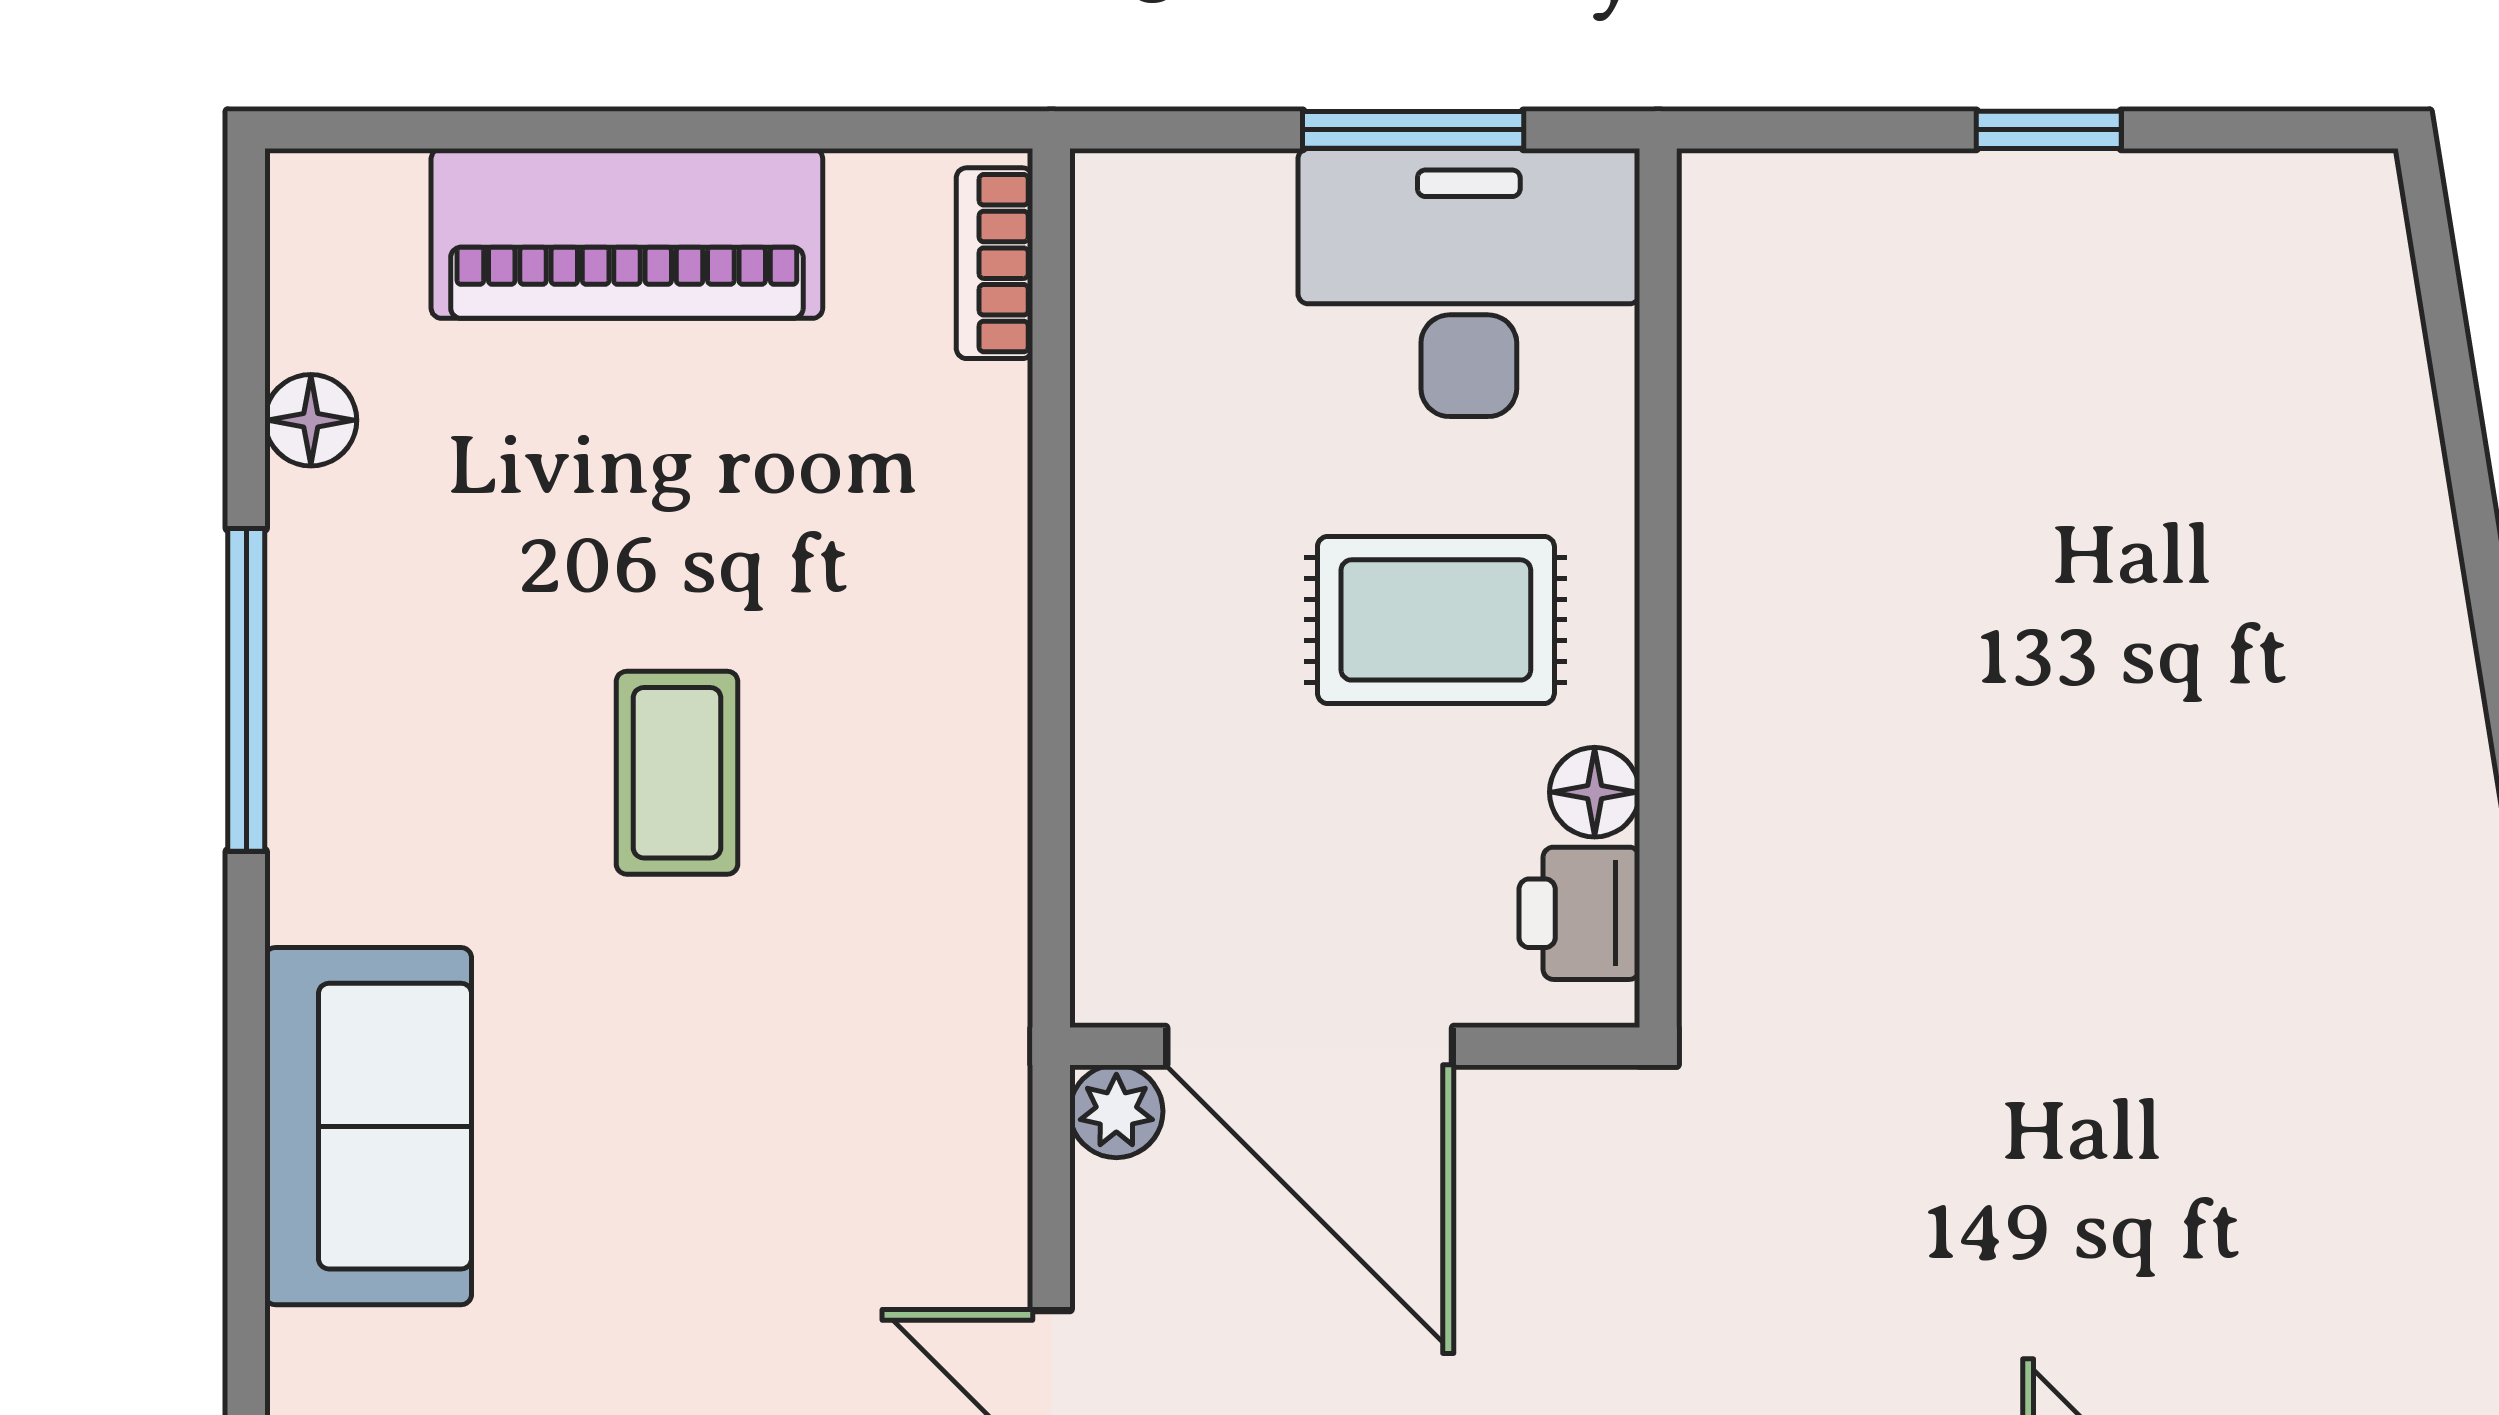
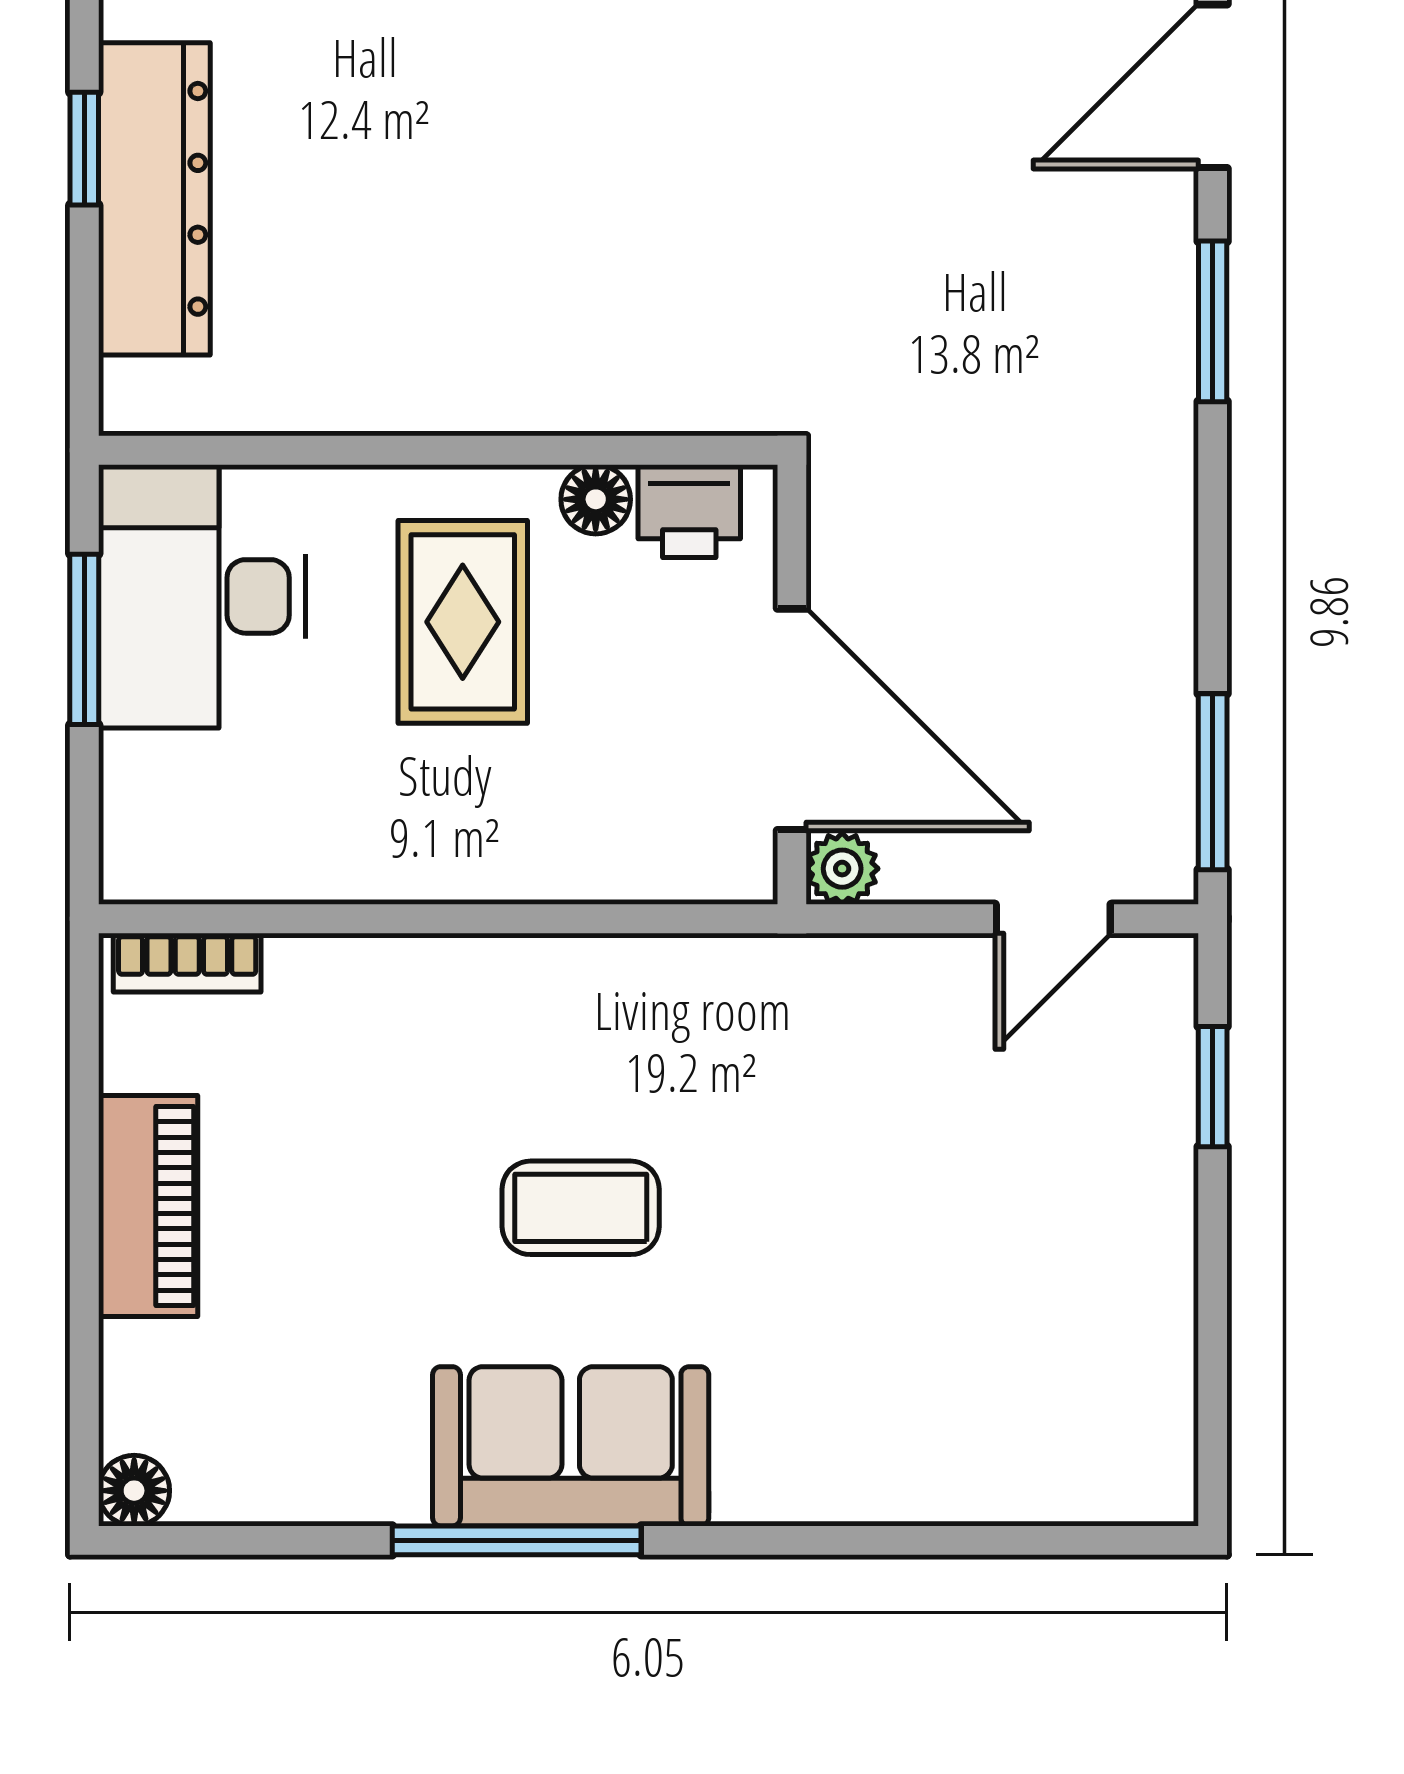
dresser: (1984, 221) -> (154, 199), added
piano: (627, 233) -> (148, 1206), width x0.73, depth x0.75
floor lamp: (311, 420) -> (134, 1491), moved
door: (1310, 1046) -> (792, 719), hinge flipped
sofa: (368, 1126) -> (571, 1446), moved

